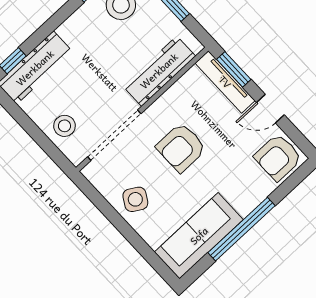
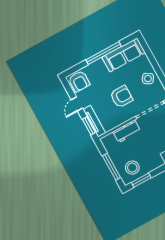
workbench: (159, 71) -> (127, 131), width x0.73
door: (270, 109) -> (77, 104), swing flipped
armchair: (278, 157) -> (79, 81), turned 90

